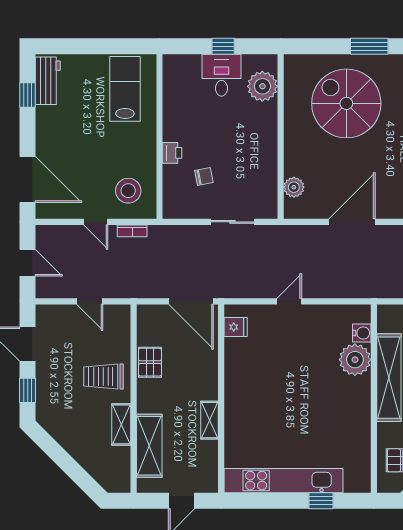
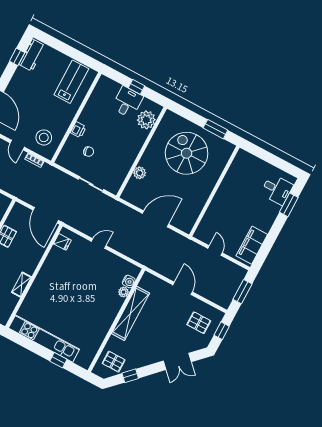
plant: (294, 187) -> (140, 173), moved
plant: (355, 360) -> (124, 292), width x0.53, depth x0.53

